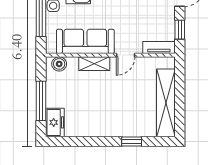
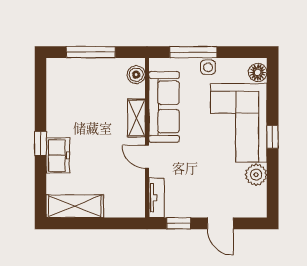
shelving: (166, 103) -> (75, 206), width x0.68
freezer: (55, 122) -> (58, 155), moved, turned -90
window: (132, 142) -> (41, 144), moved

